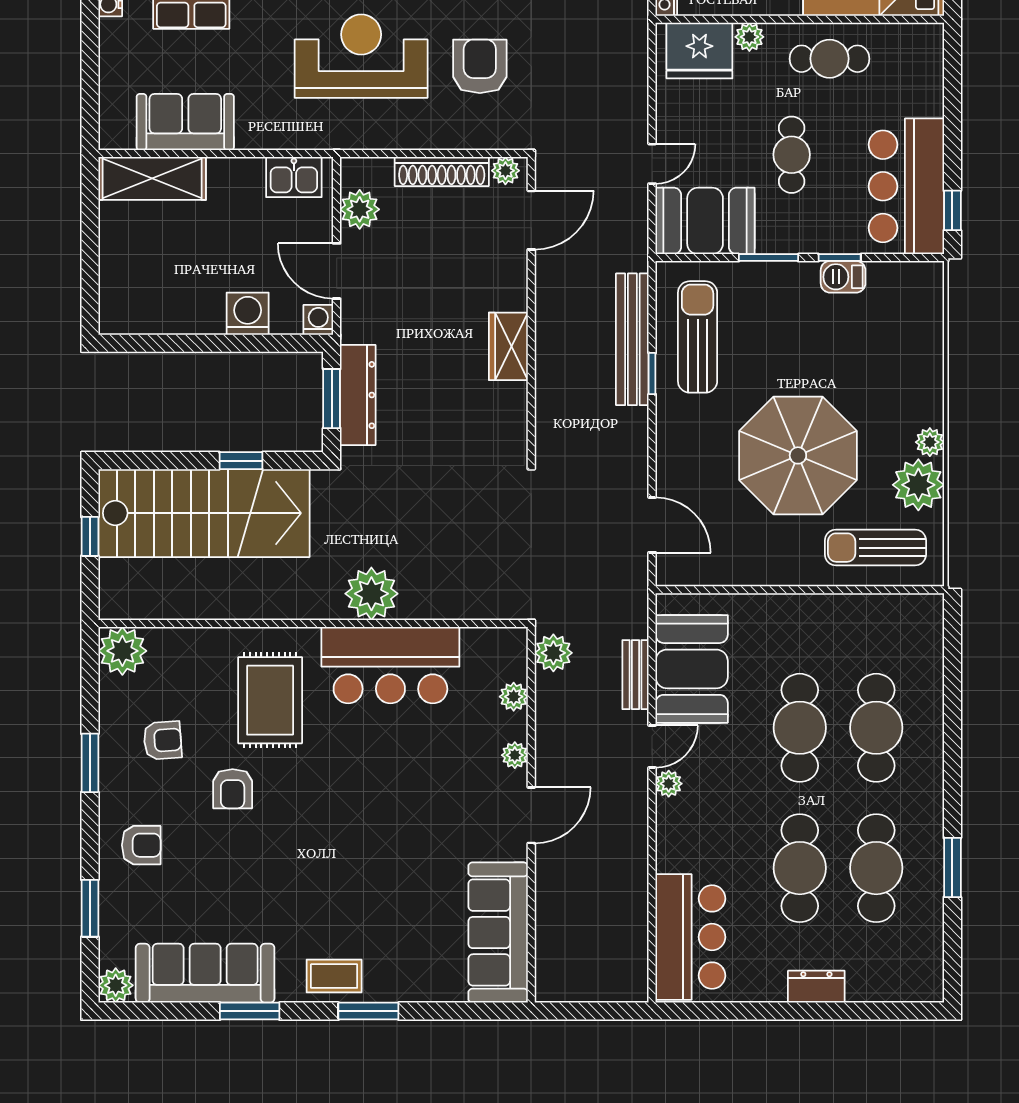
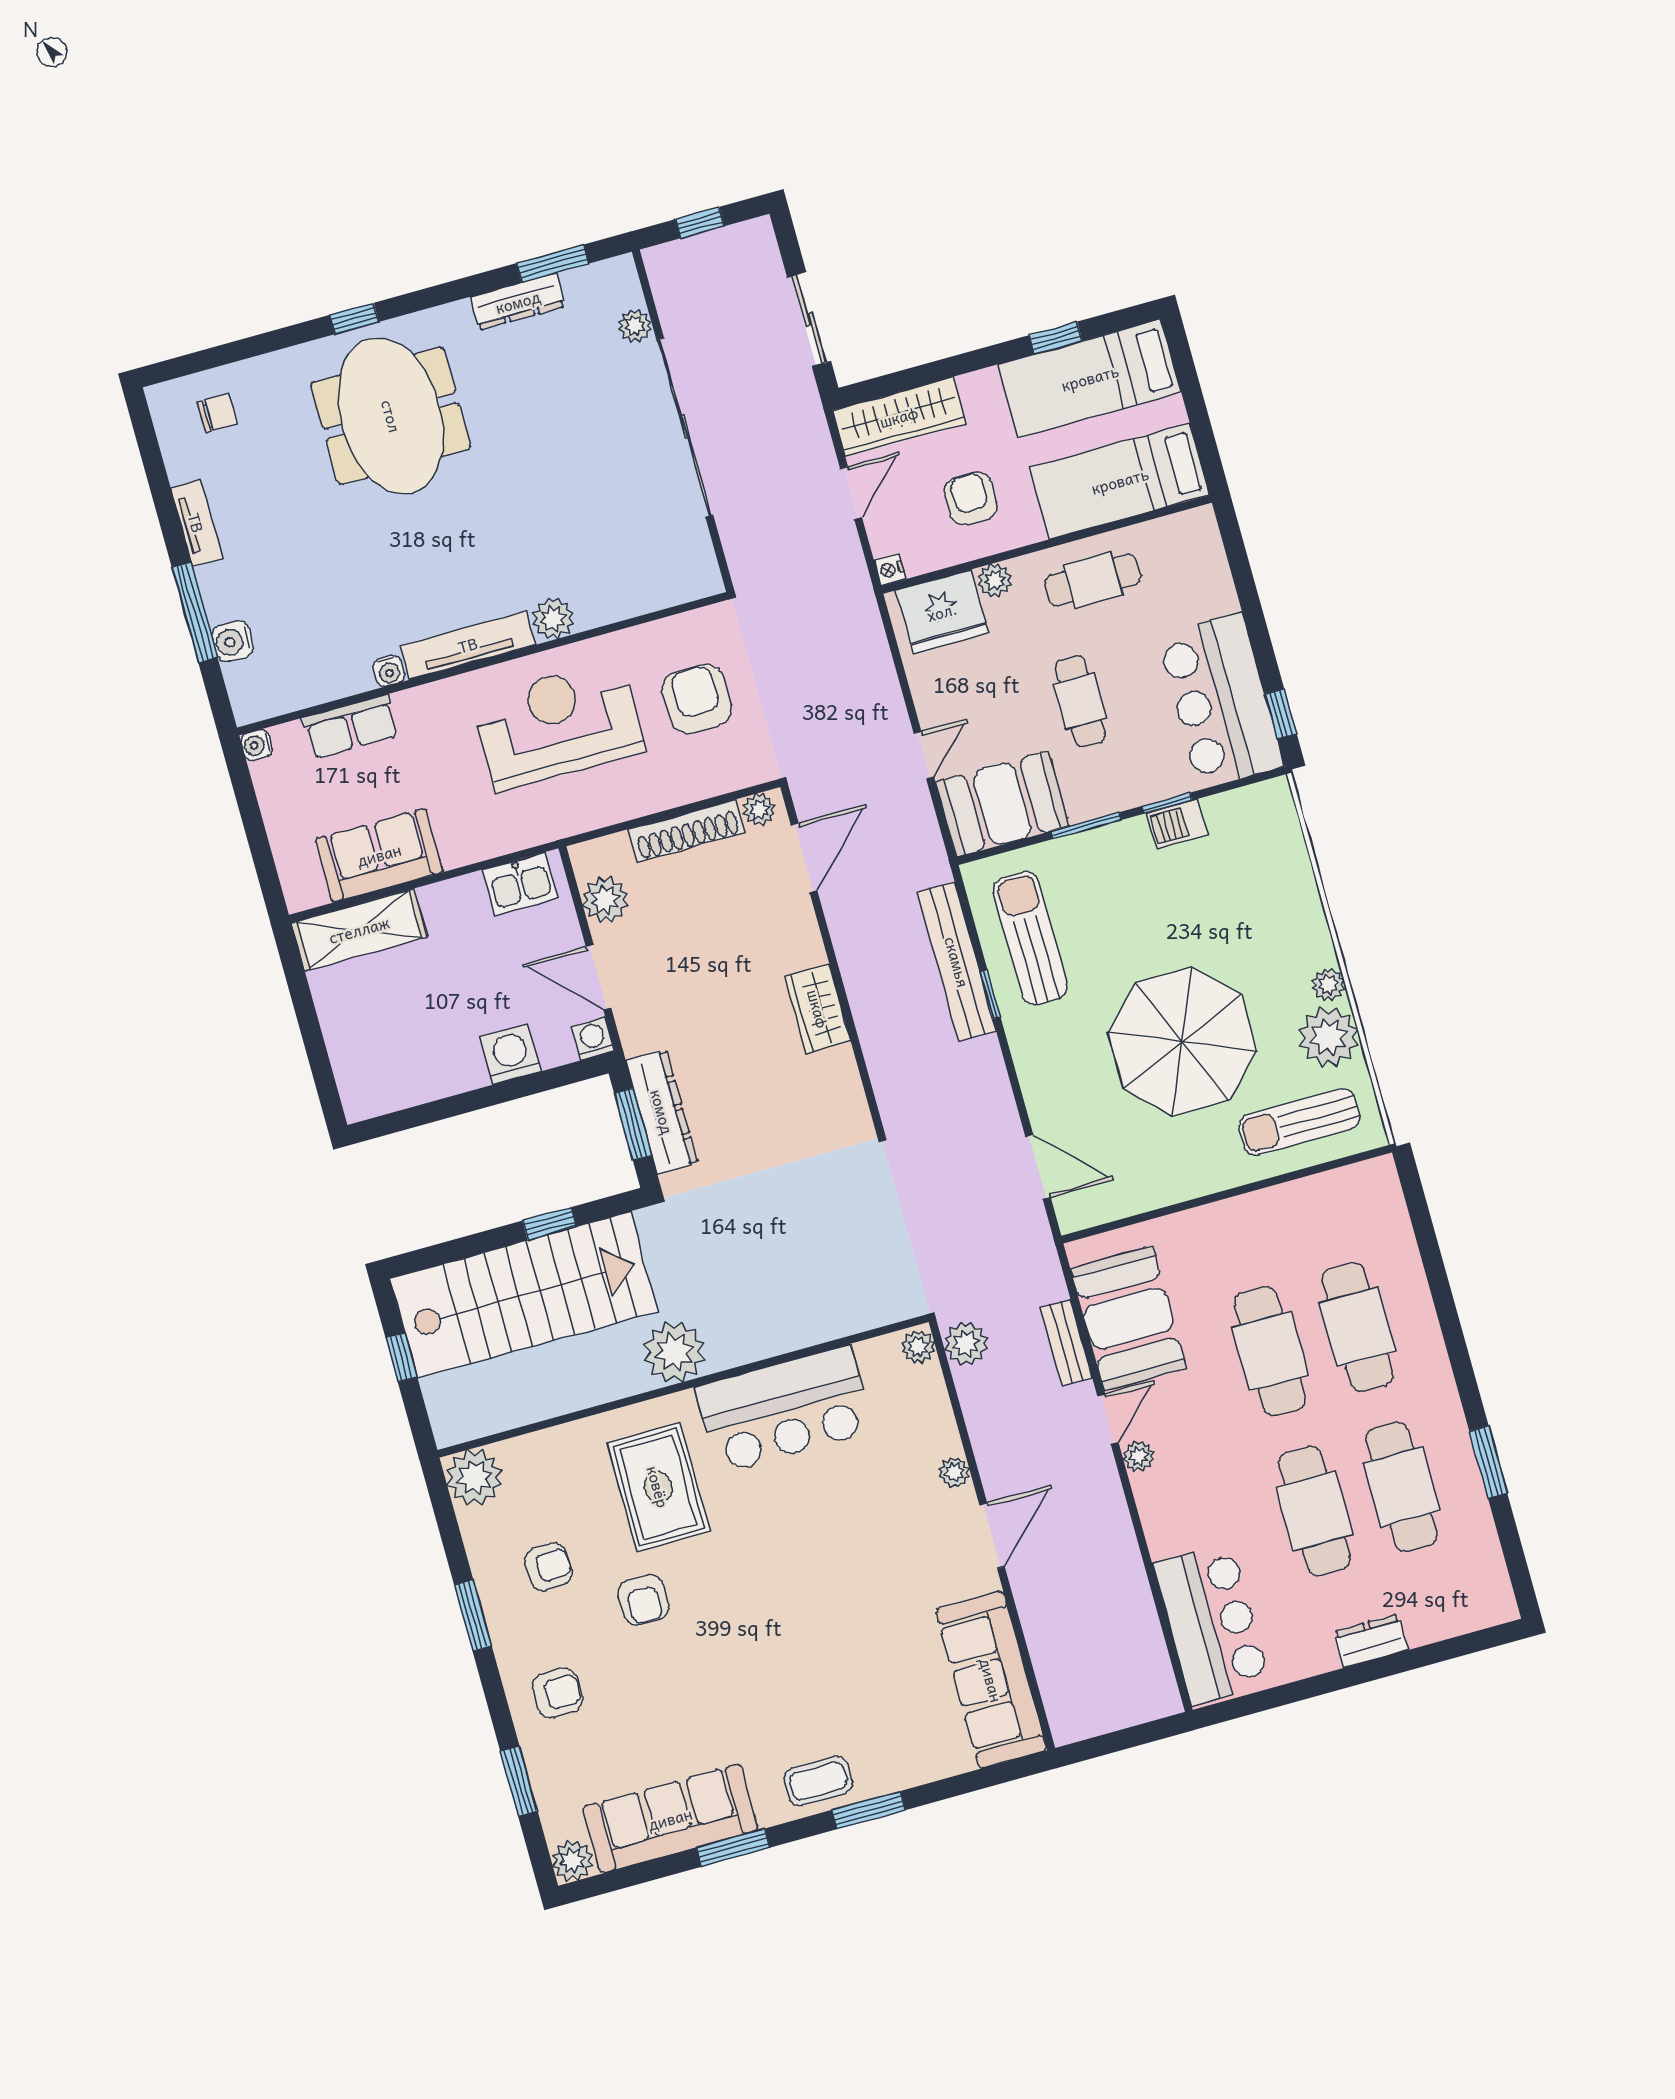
plant: (371, 594) -> (674, 1352), moved
plant: (514, 697) -> (918, 1347), moved

